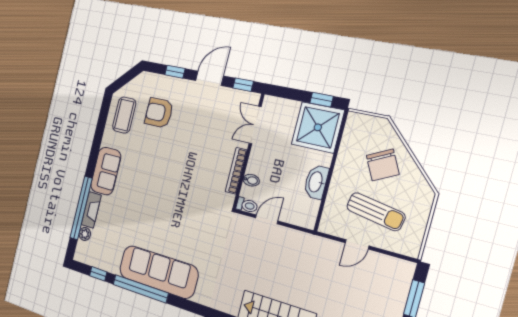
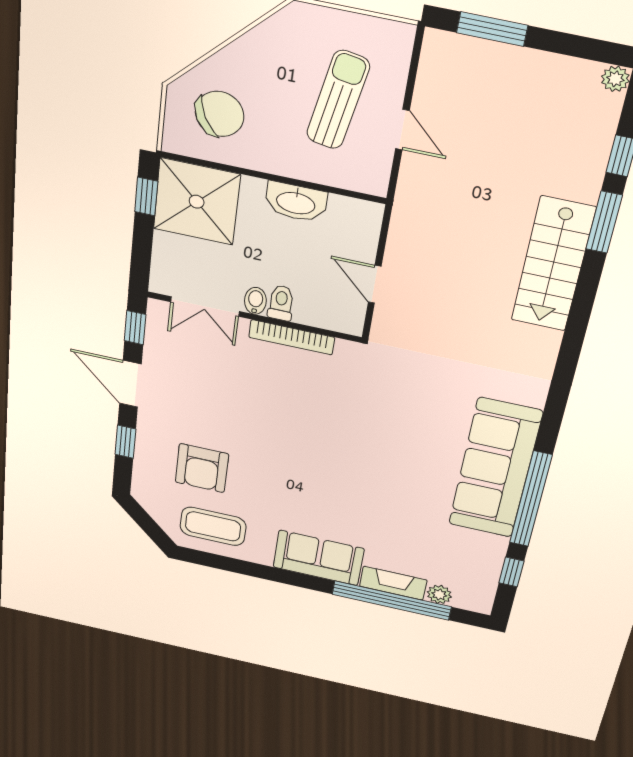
chair: (383, 165) -> (220, 114), moved
bidet: (251, 180) -> (255, 301), moved
toilet: (247, 205) -> (281, 303), moved

